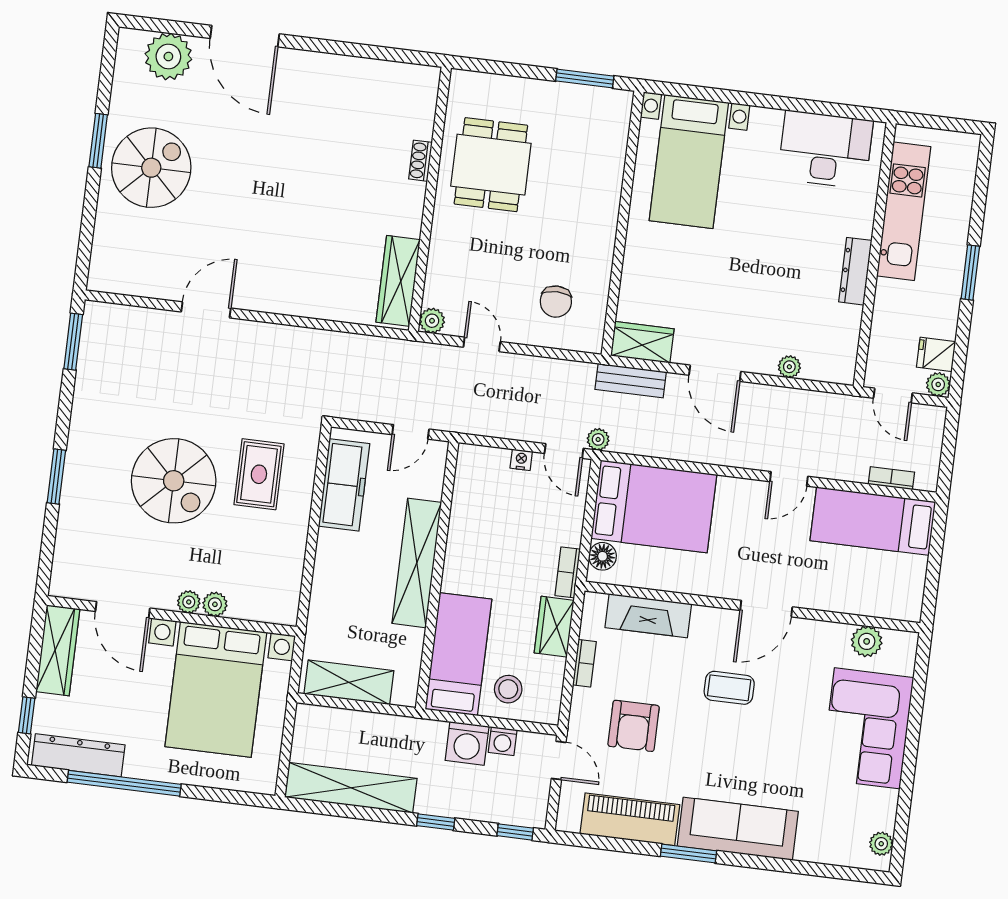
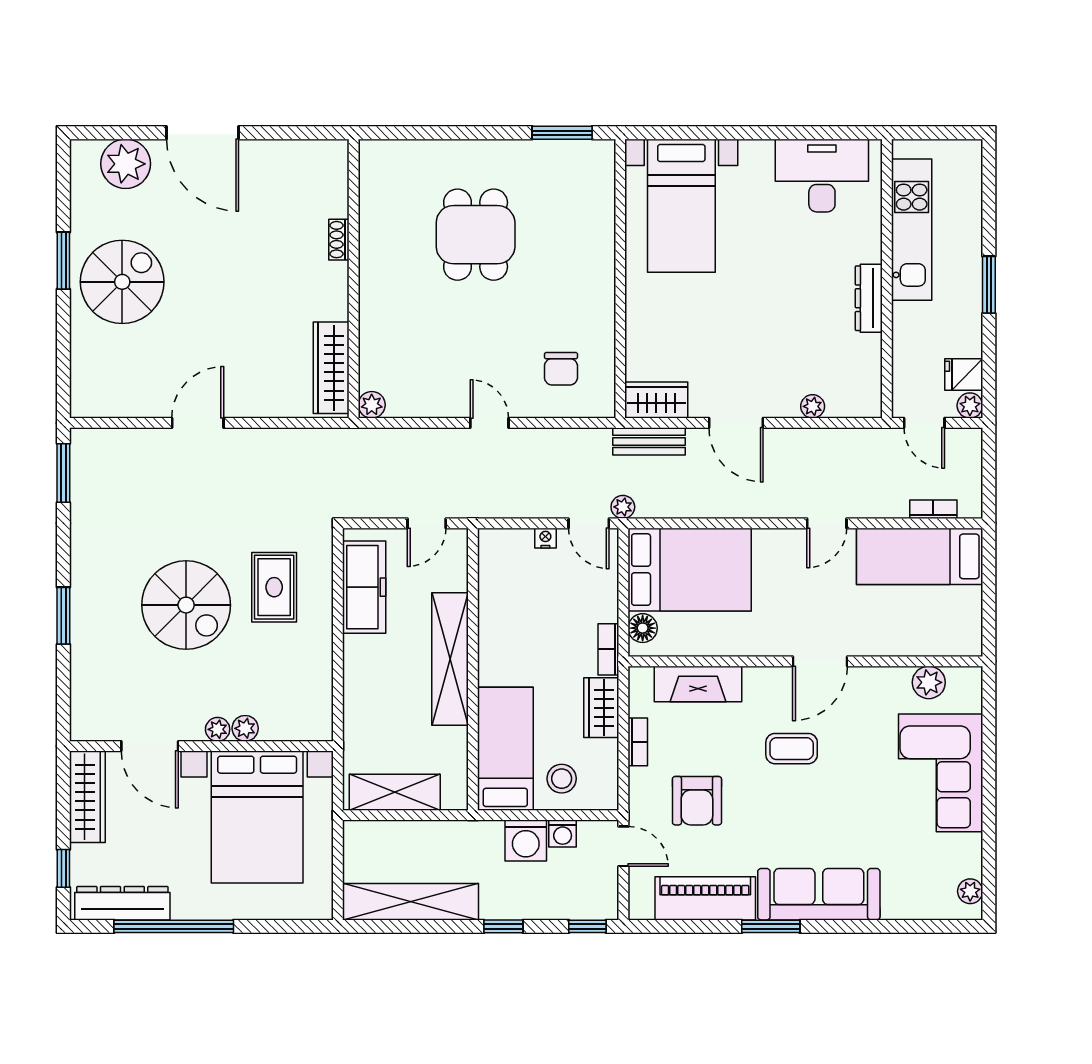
shoe rack: (420, 161) -> (339, 240), moved
wall: (430, 199) -> (354, 279), moved
wardrobe: (398, 281) -> (331, 368), moved
plant: (432, 321) -> (372, 405), moved

